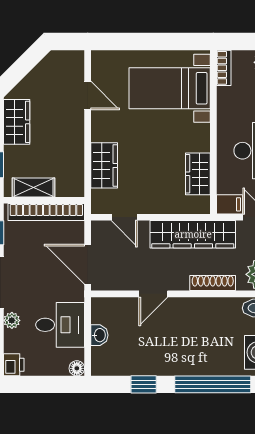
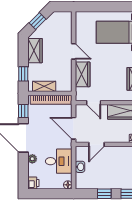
window: (21, 68) -> (37, 21), added
door: (88, 96) -> (74, 51), moved
door: (153, 294) -> (96, 144), moved

